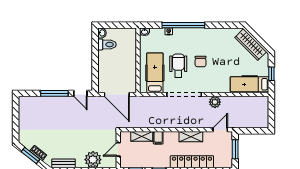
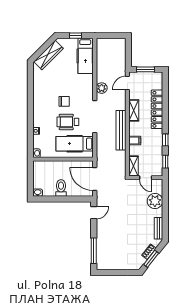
window: (183, 25) -> (30, 117), removed
toilet: (107, 45) -> (61, 188), moved
window: (54, 93) -> (94, 251), moved
door: (117, 95) -> (95, 179), swing flipped
bench: (169, 123) -> (121, 130), added
door: (220, 130) -> (127, 83), hinge flipped
shelving: (142, 136) -> (133, 166), moved

